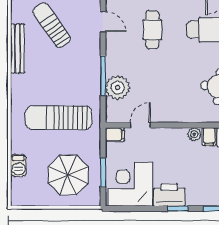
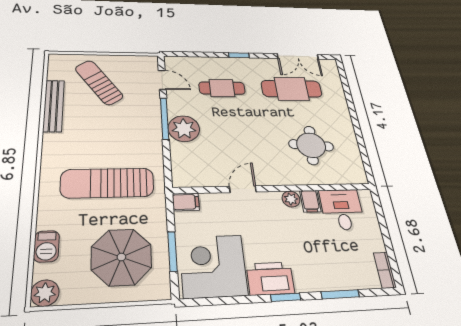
cafe table: (152, 30) -> (222, 88), turned 90
window: (103, 76) -> (165, 118), moved
plant: (118, 88) -> (184, 129), moved
door: (140, 125) -> (243, 189), moved
plant: (19, 197) -> (45, 293), added

